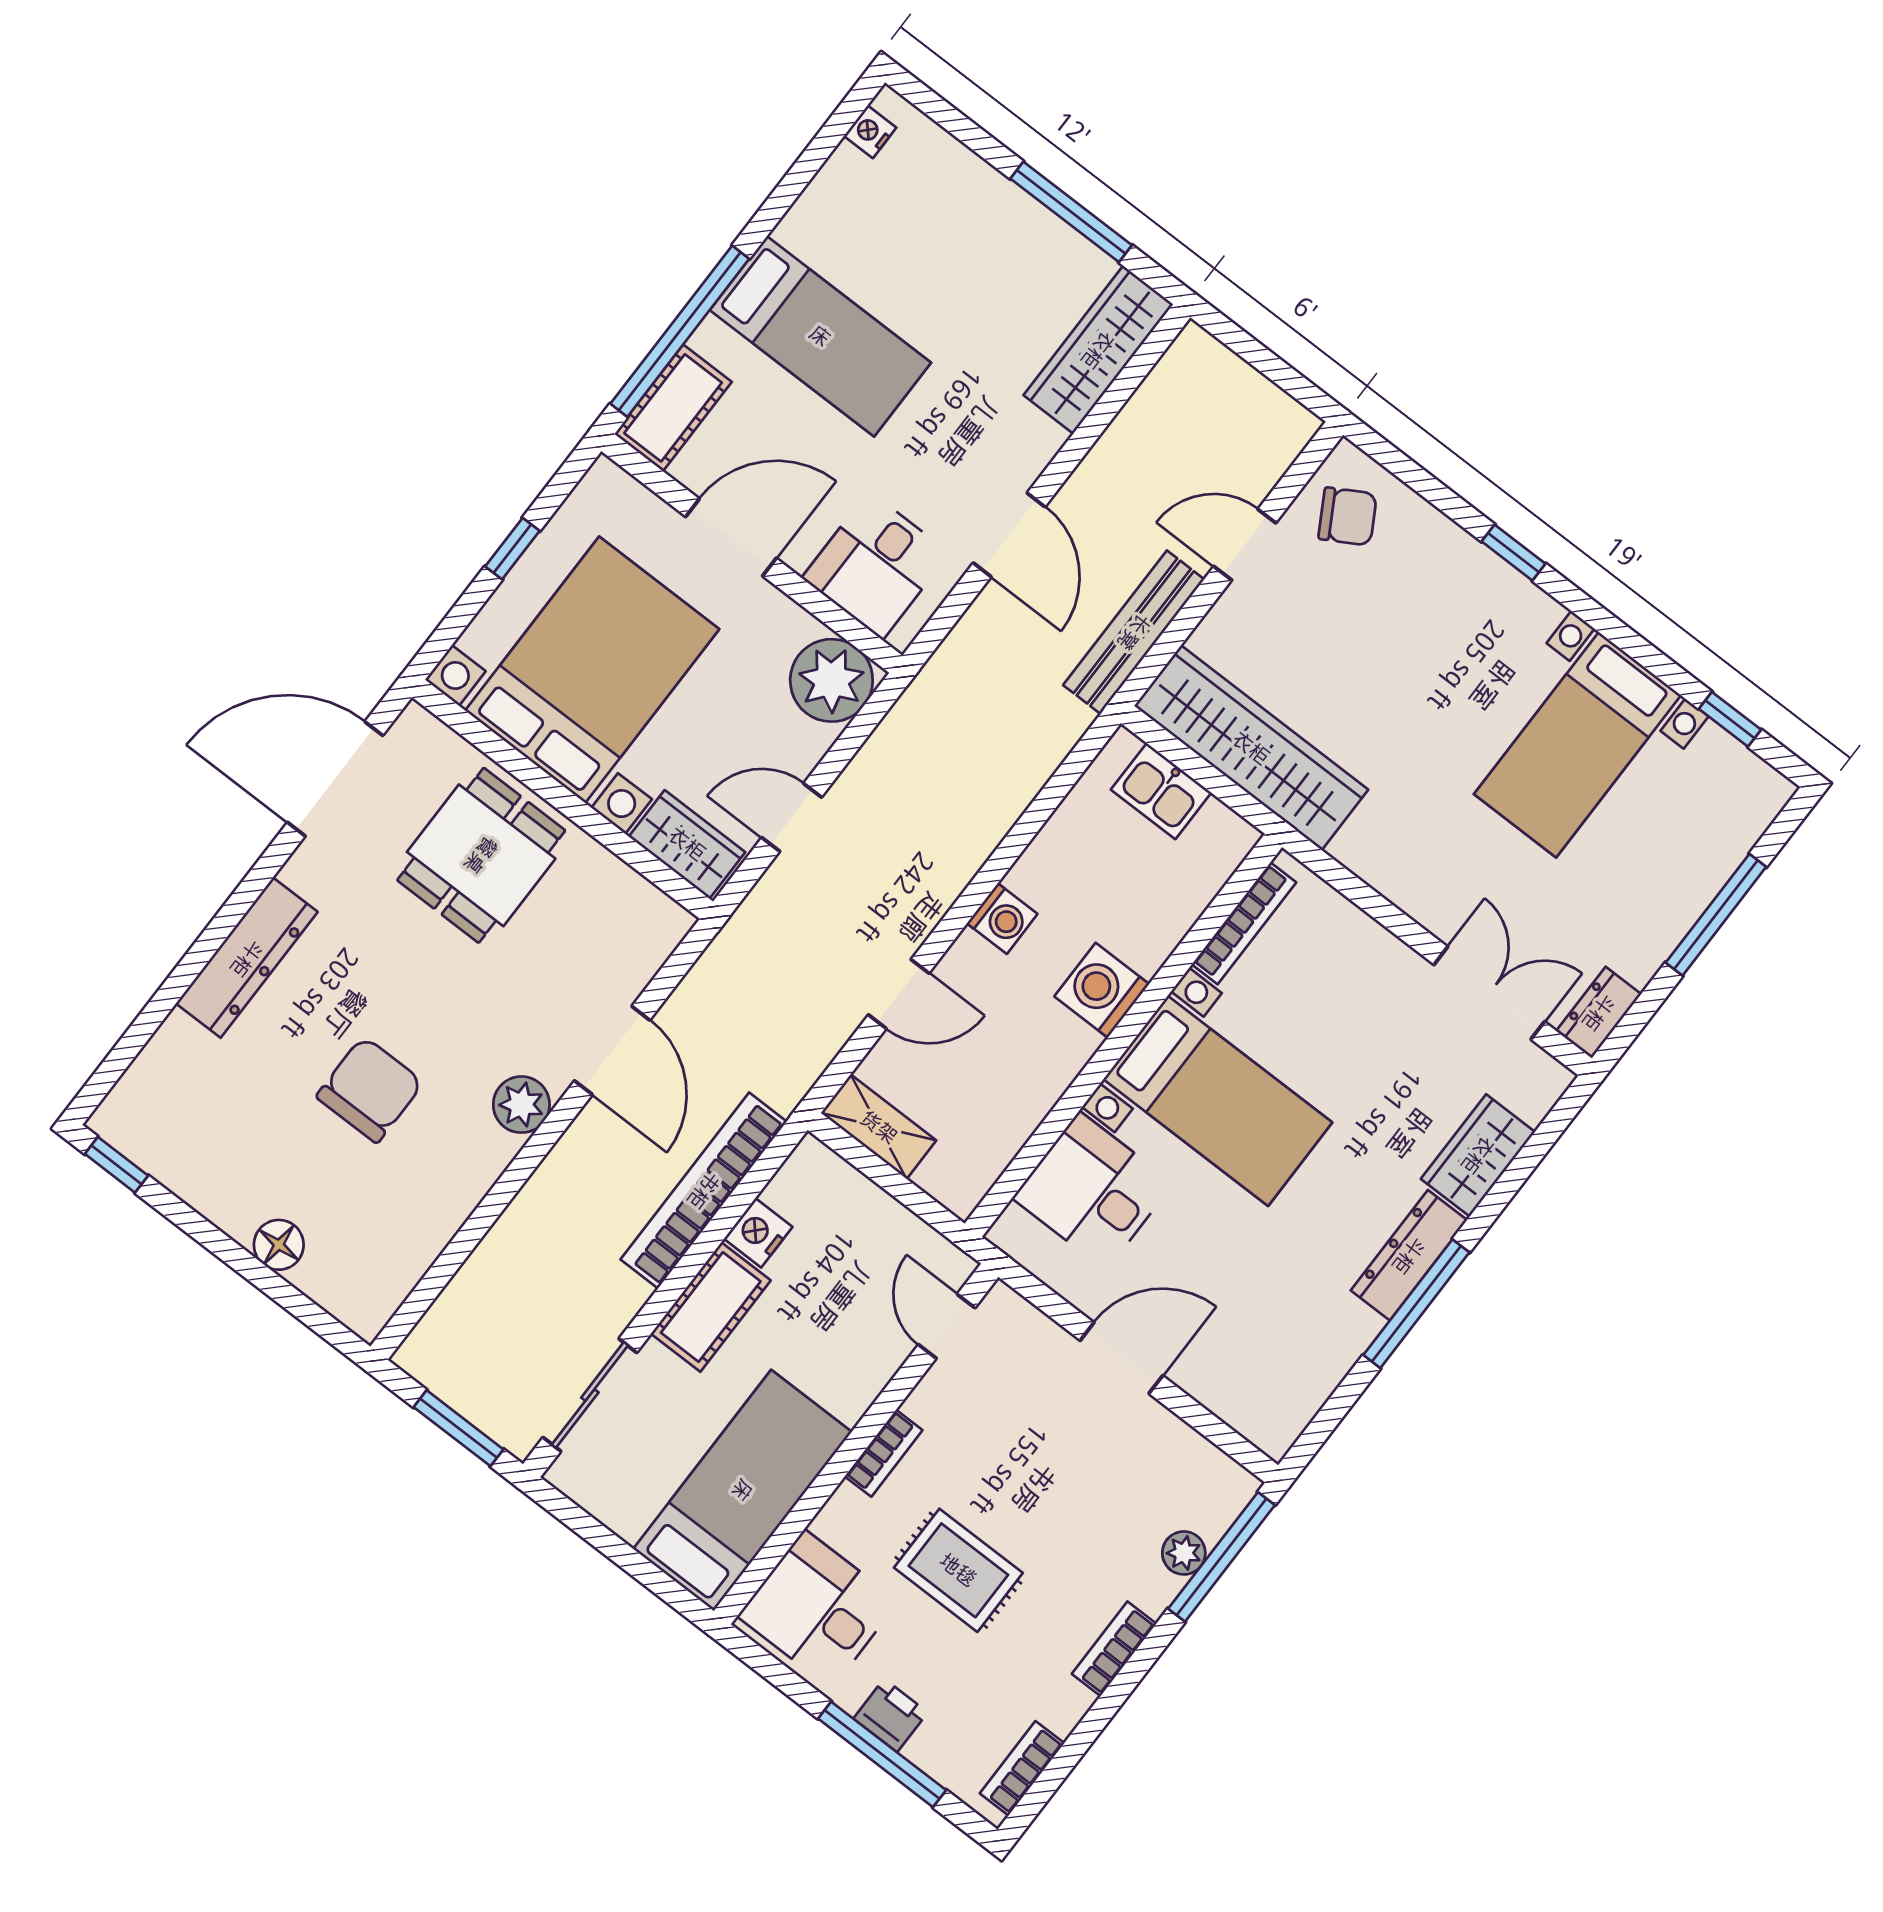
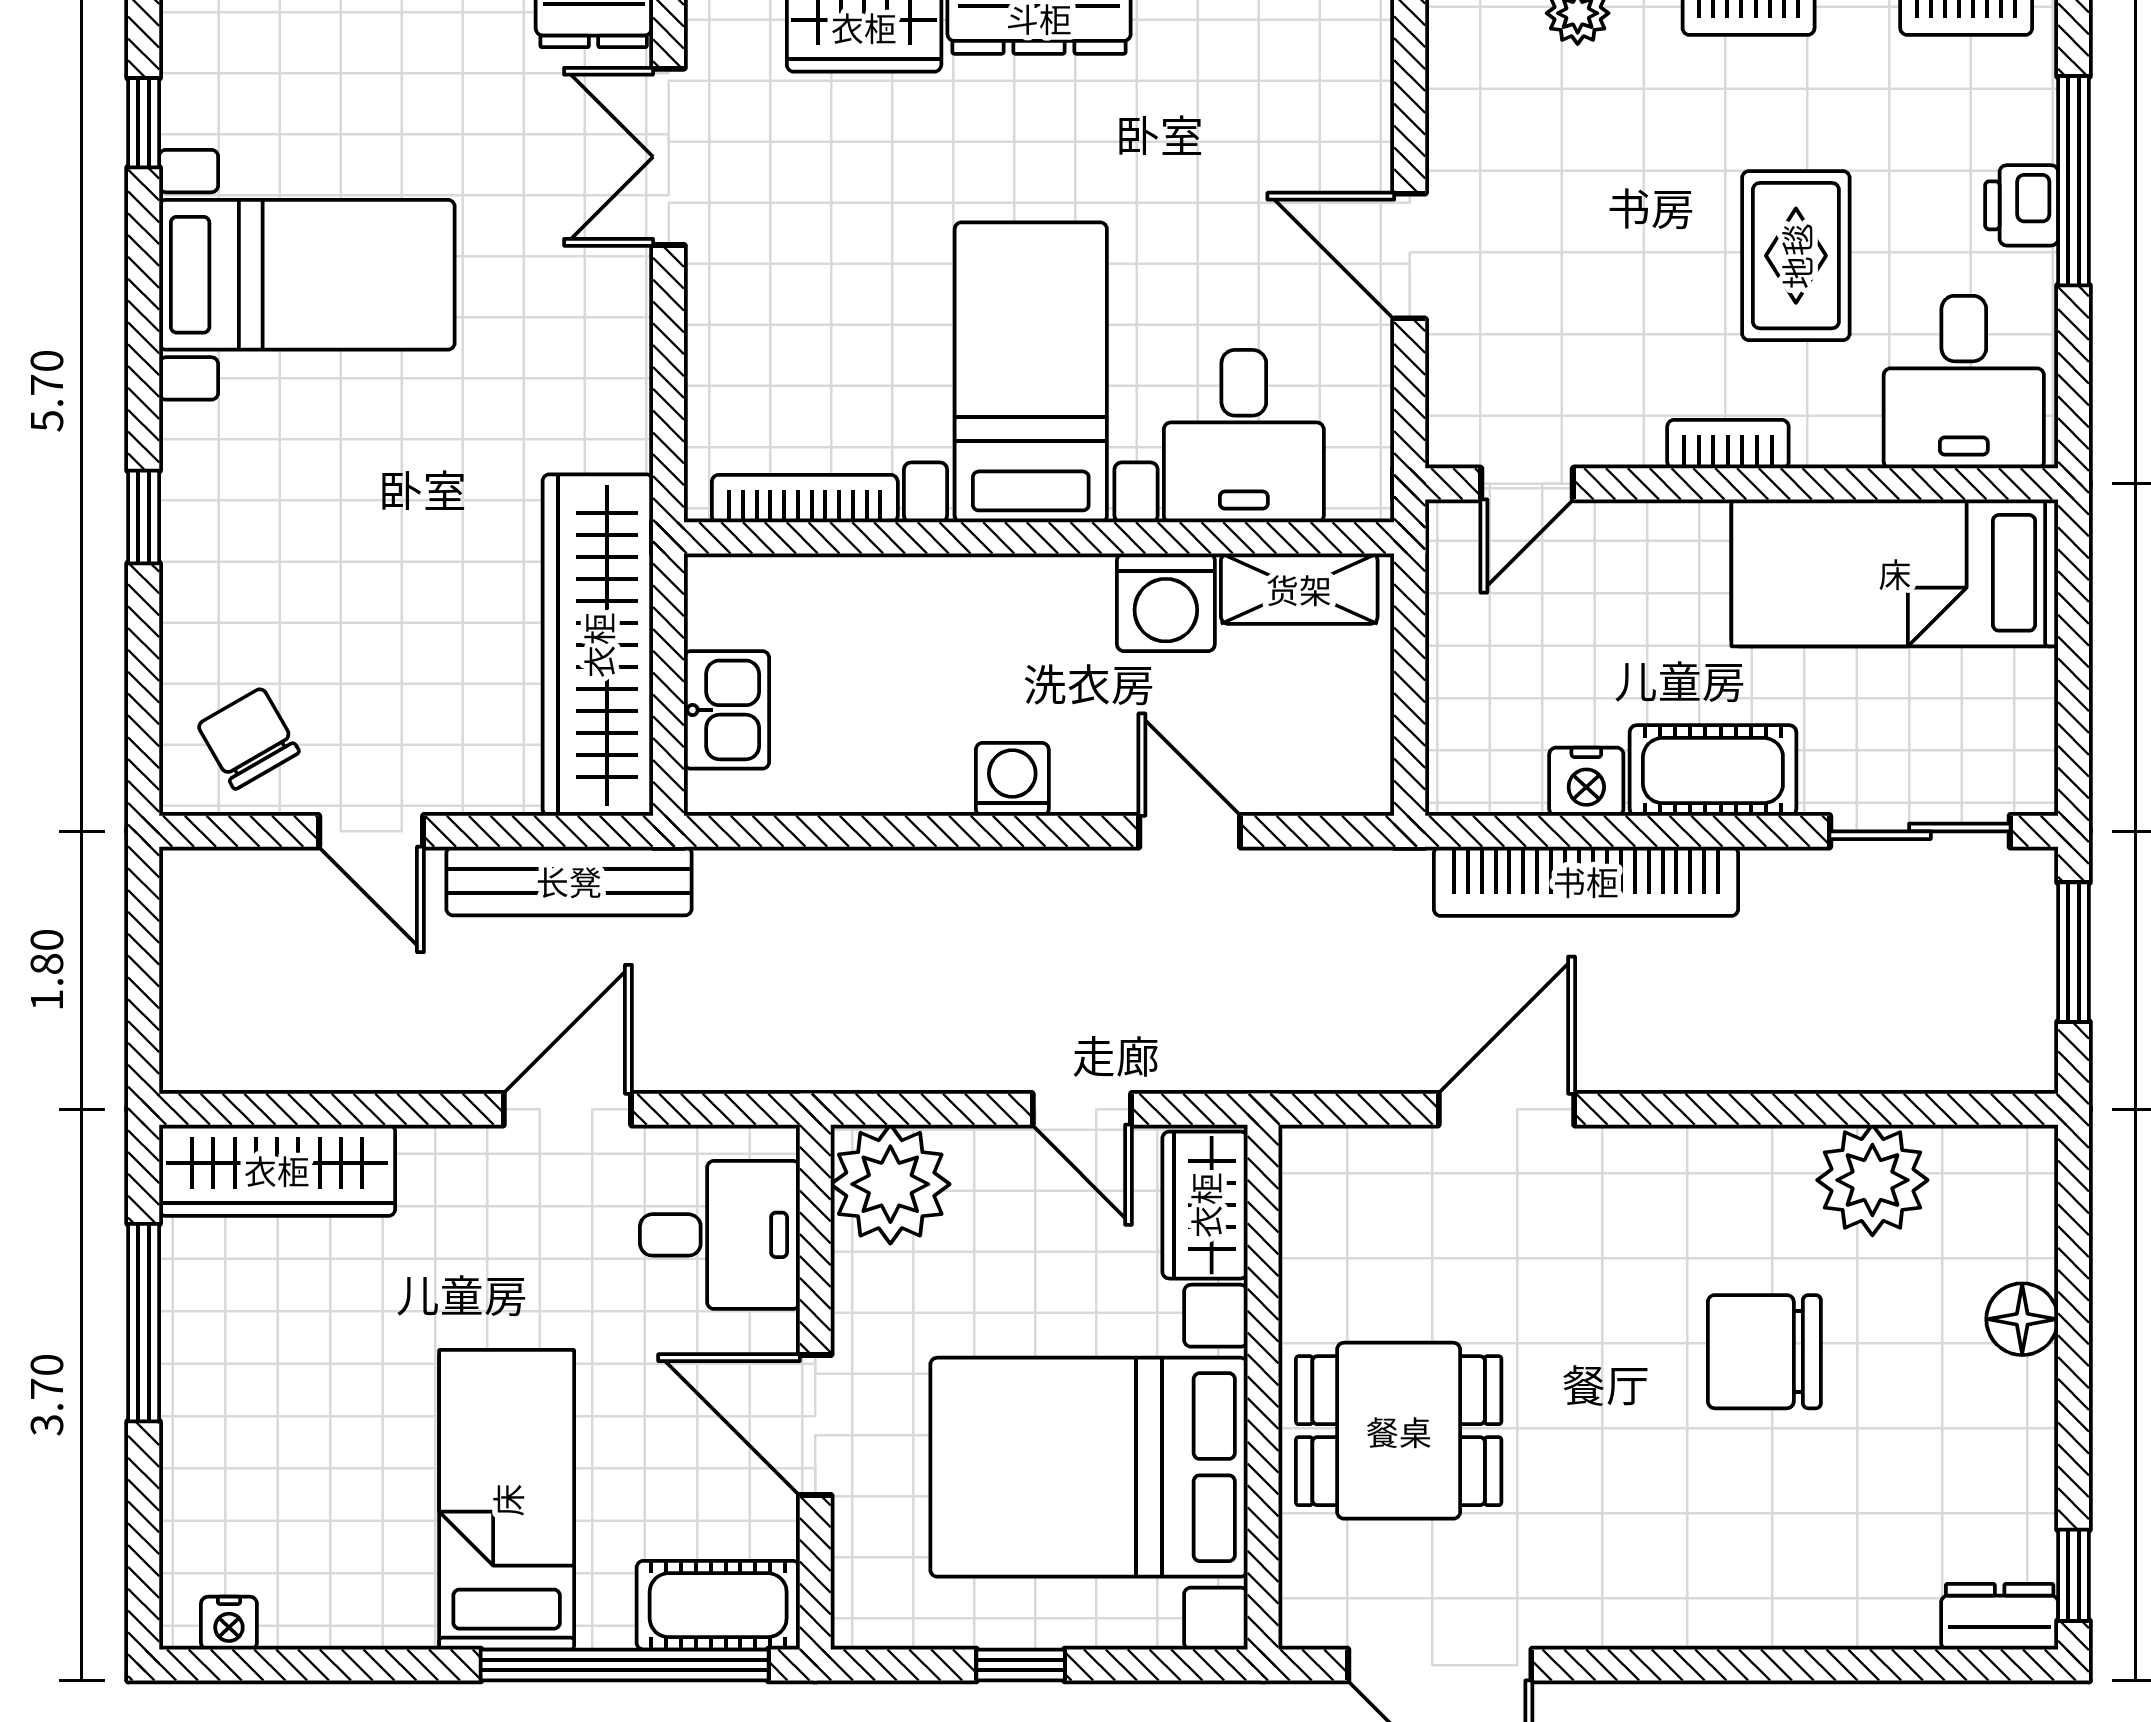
dresser: (247, 958) -> (2000, 1617), moved, width x0.51, depth x0.80
washing machine: (1102, 990) -> (1166, 602), moved
plant: (521, 1105) -> (1872, 1180), moved, width x1.36, depth x1.36
shelving: (879, 1127) -> (1299, 589), moved, turned 90

